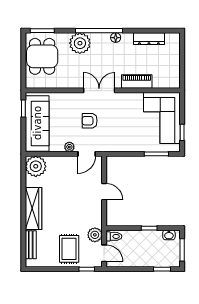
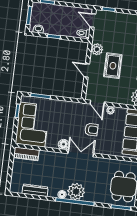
plant: (80, 43) -> (76, 192), moved
piano: (137, 82) -> (26, 154), moved
double door: (99, 90) -> (81, 153), swing flipped
floor lamp: (121, 99) -> (64, 144), added
door: (87, 154) -> (97, 103), swing flipped
plant: (95, 235) -> (97, 49), moved
rug: (69, 249) -> (113, 66), moved

